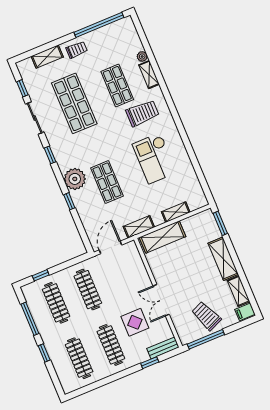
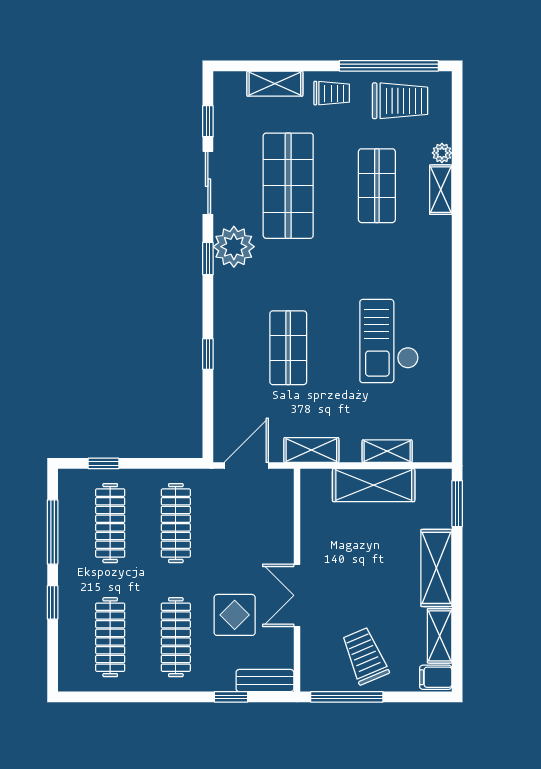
trolley: (142, 113) -> (400, 101), moved
plant: (75, 179) -> (234, 247), moved
shelving: (163, 237) -> (374, 485), moved

